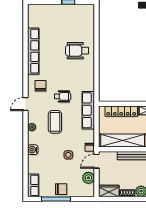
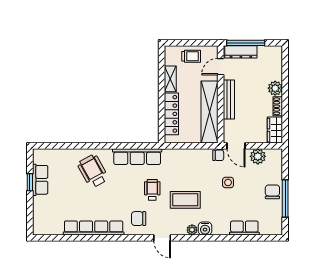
row of seats: (70, 10) -> (40, 180), added
wheelchair: (77, 51) -> (93, 171), turned 151
row of seats: (88, 110) -> (137, 157), moved
water cooler: (33, 150) -> (205, 229), moved
row of seats: (33, 185) -> (244, 228), moved

